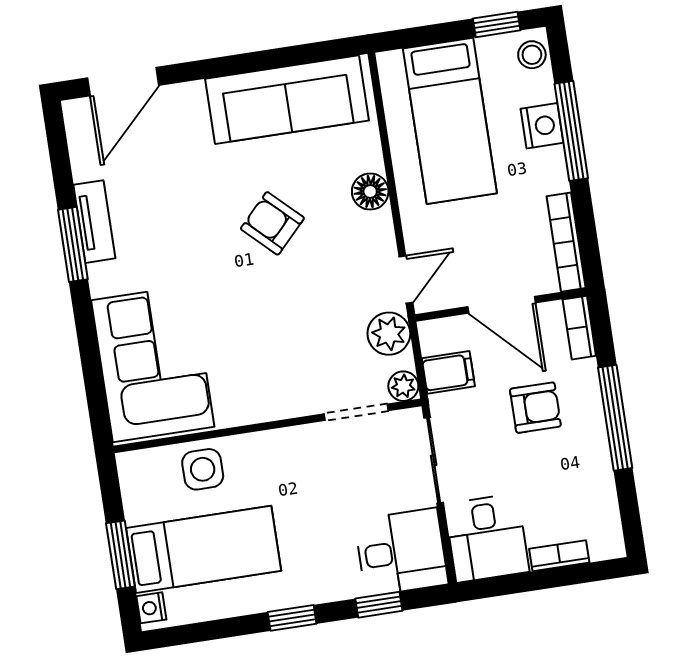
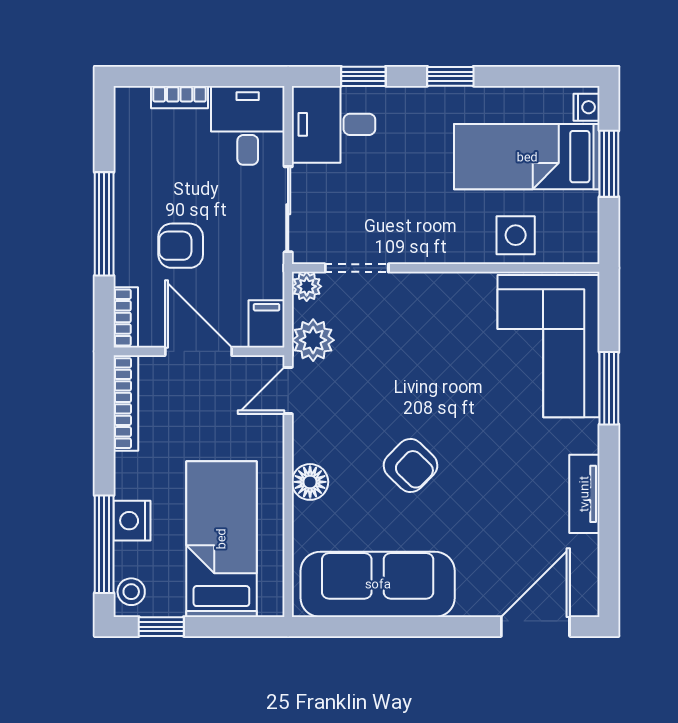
window: (571, 131) -> (104, 544), moved
window: (73, 244) -> (609, 388), moved
filing cabinet: (448, 372) -> (267, 324), moved, turned 90

